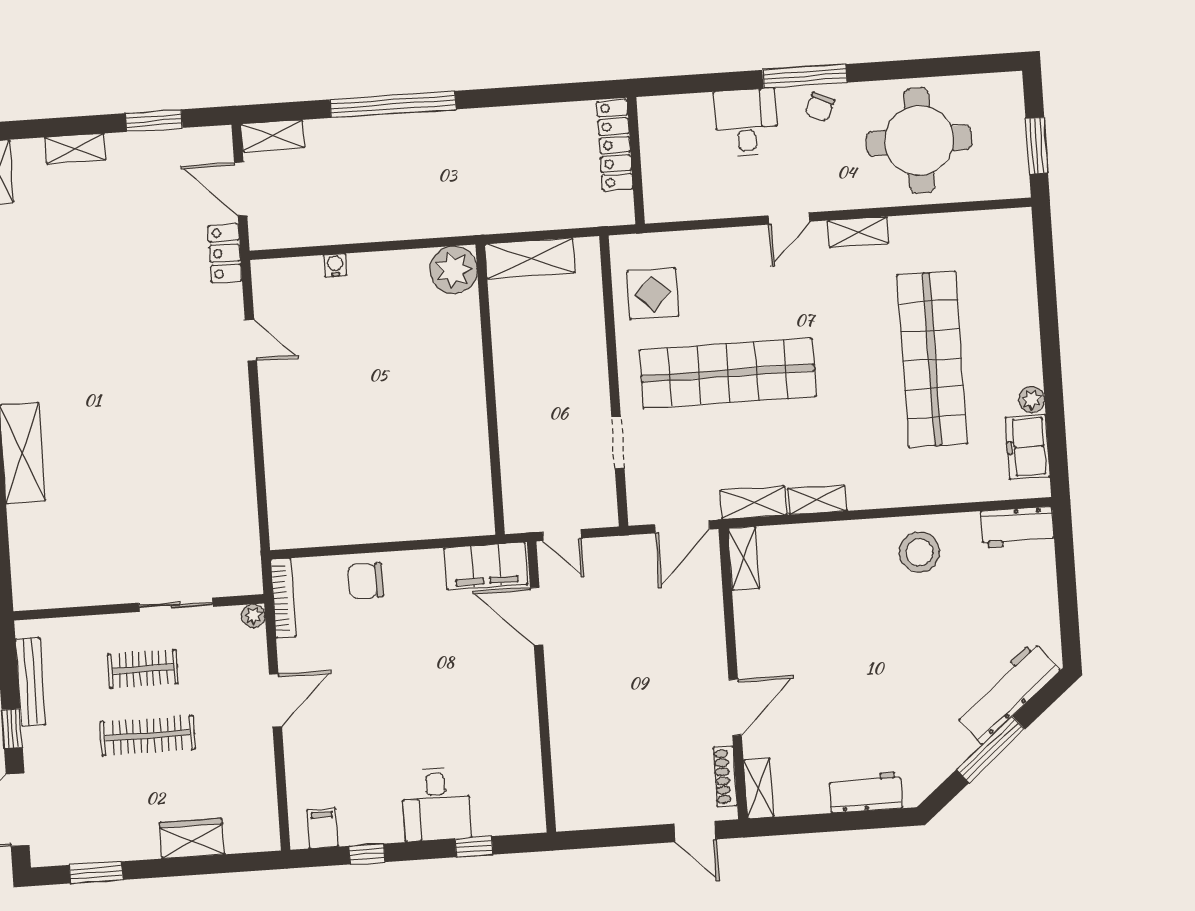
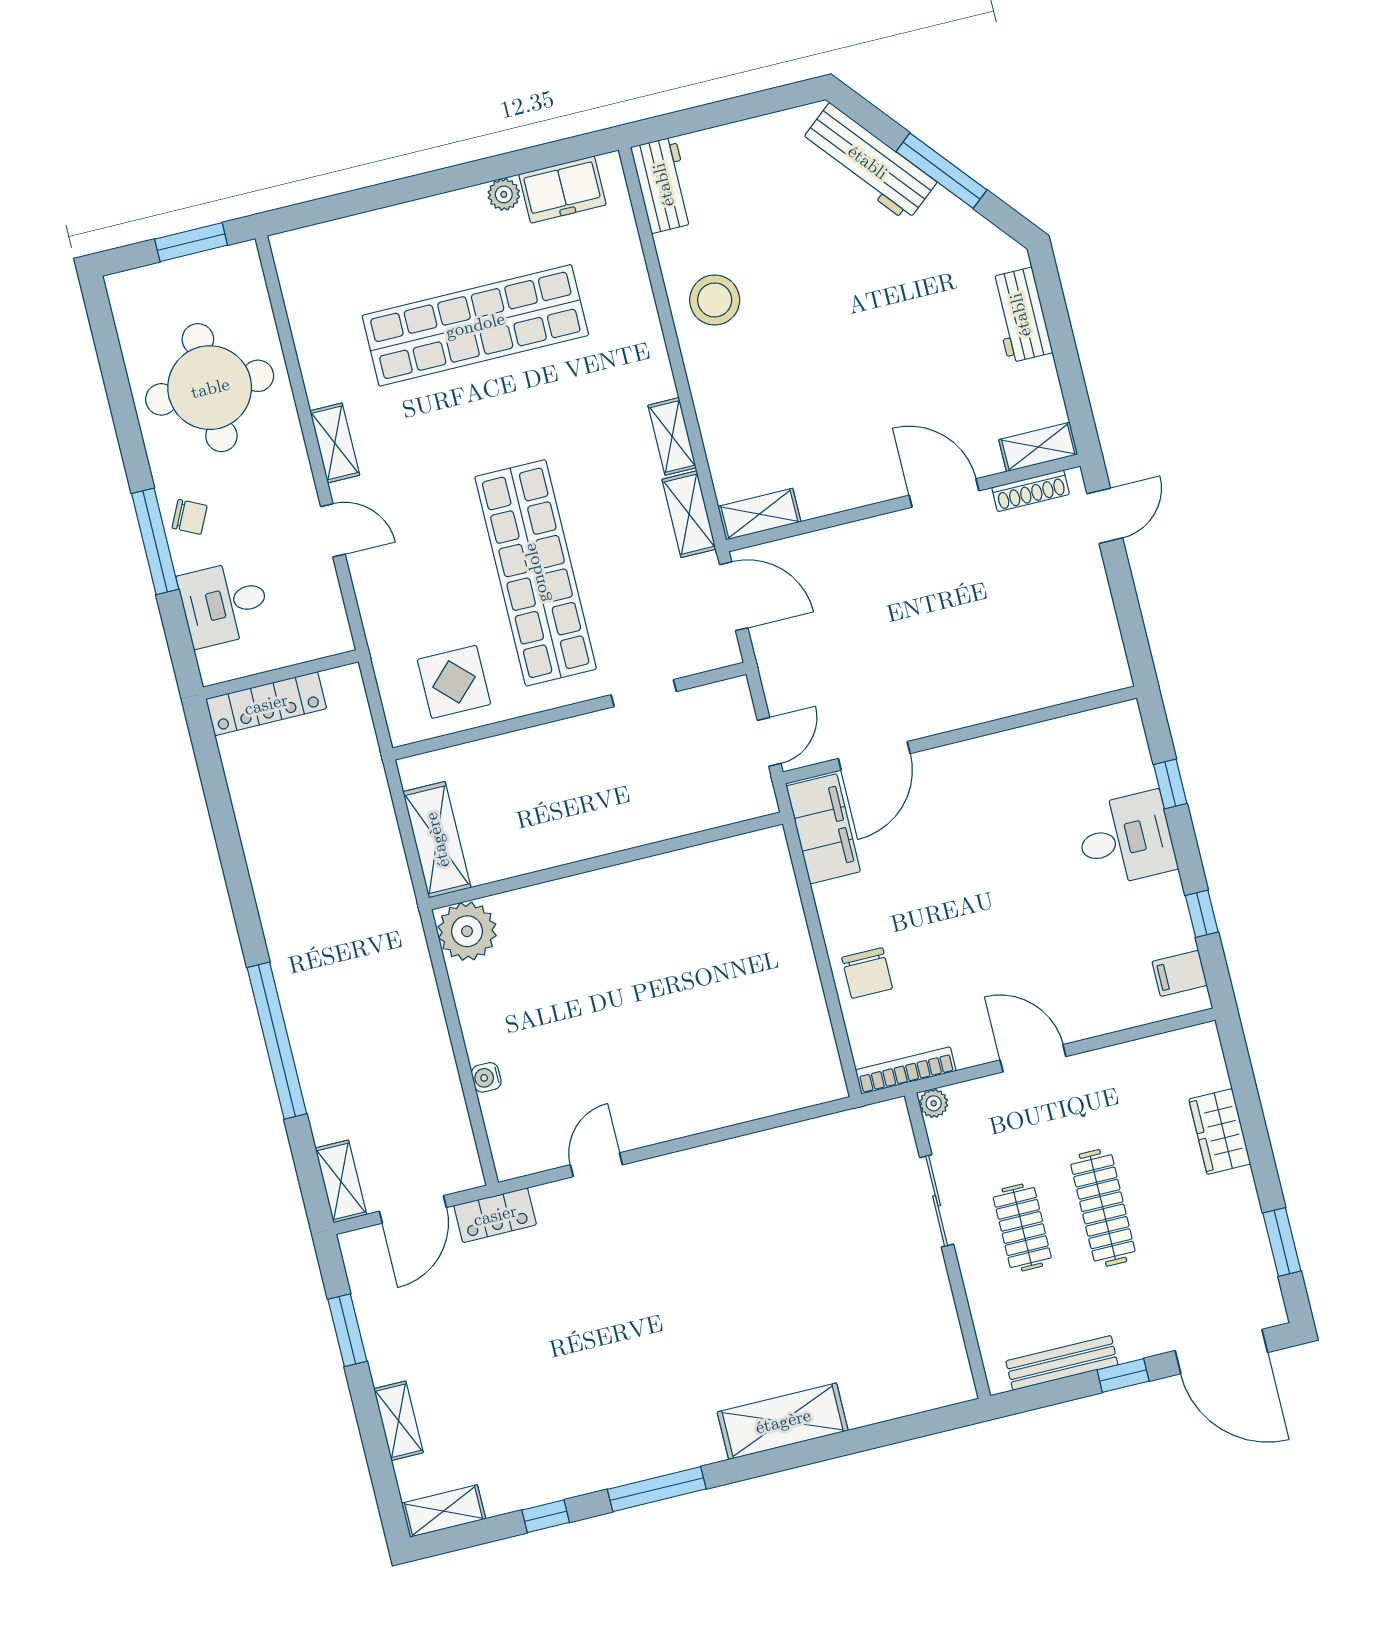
locker: (615, 145) -> (266, 704), moved
wall: (636, 161) -> (281, 674), moved

